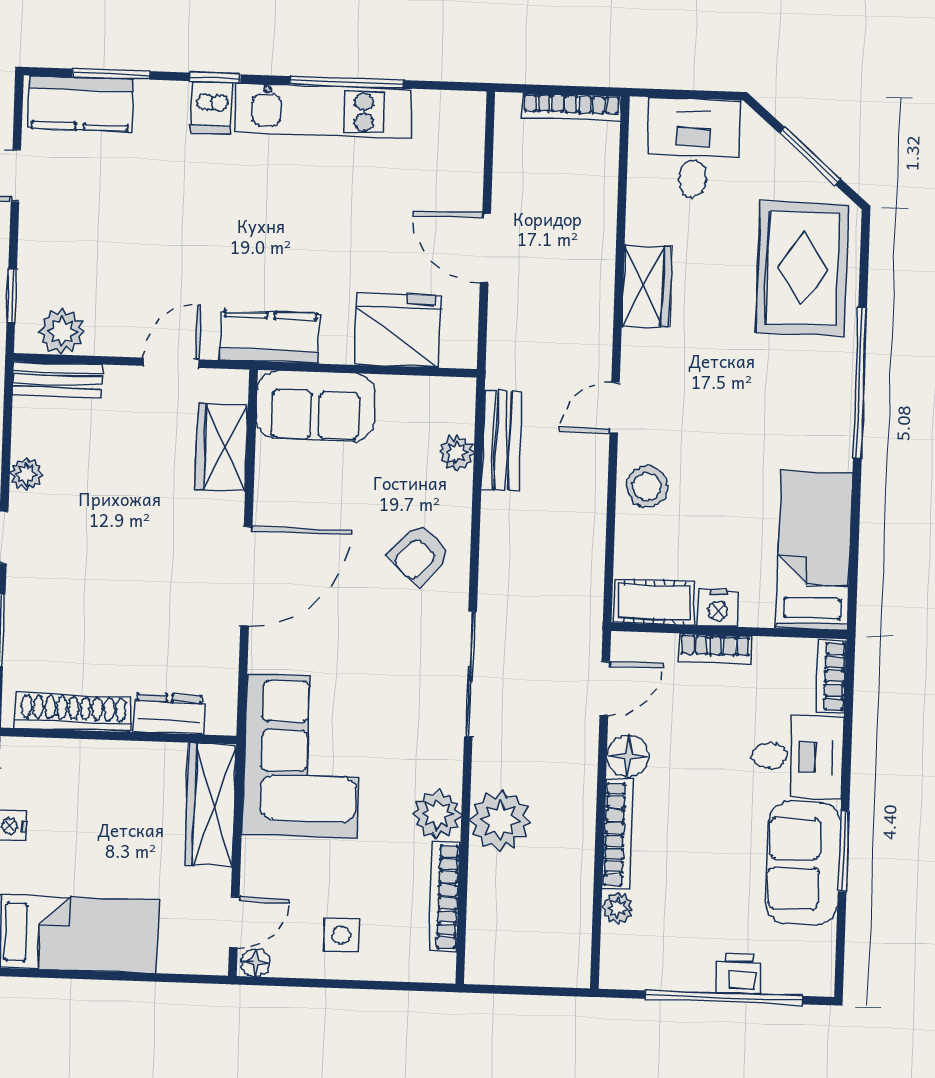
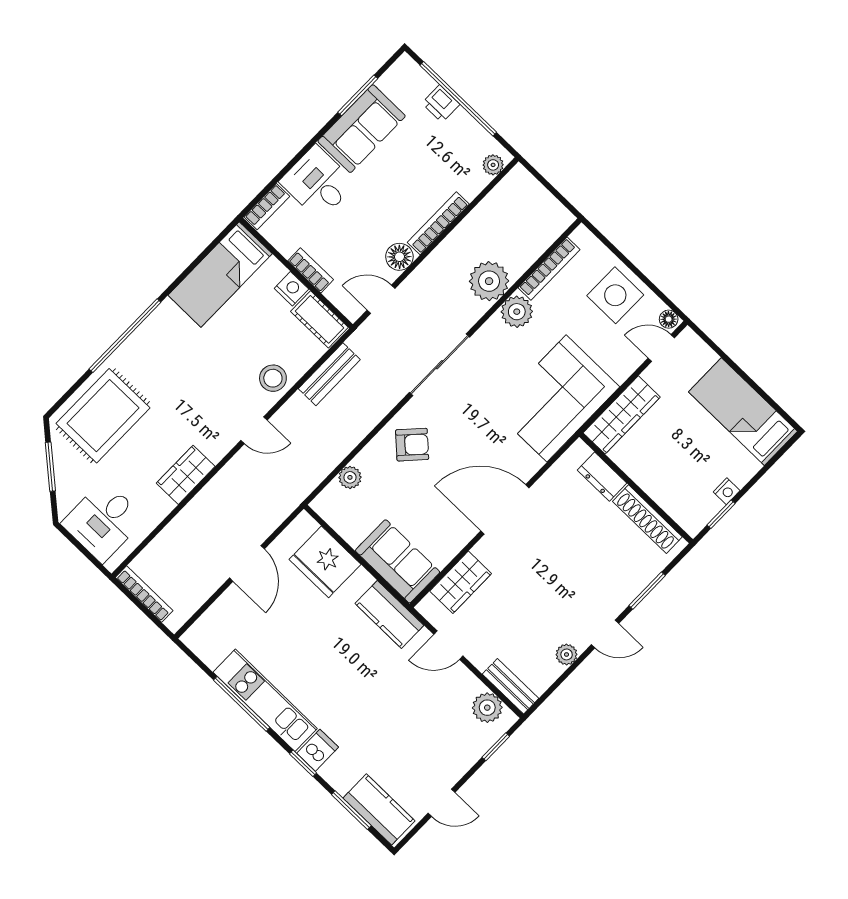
bench: (502, 440) -> (329, 374), moved
window: (844, 851) -> (358, 95), moved
plant: (617, 908) -> (493, 165), moved
side table: (341, 935) -> (615, 295), width x1.87, depth x1.87

